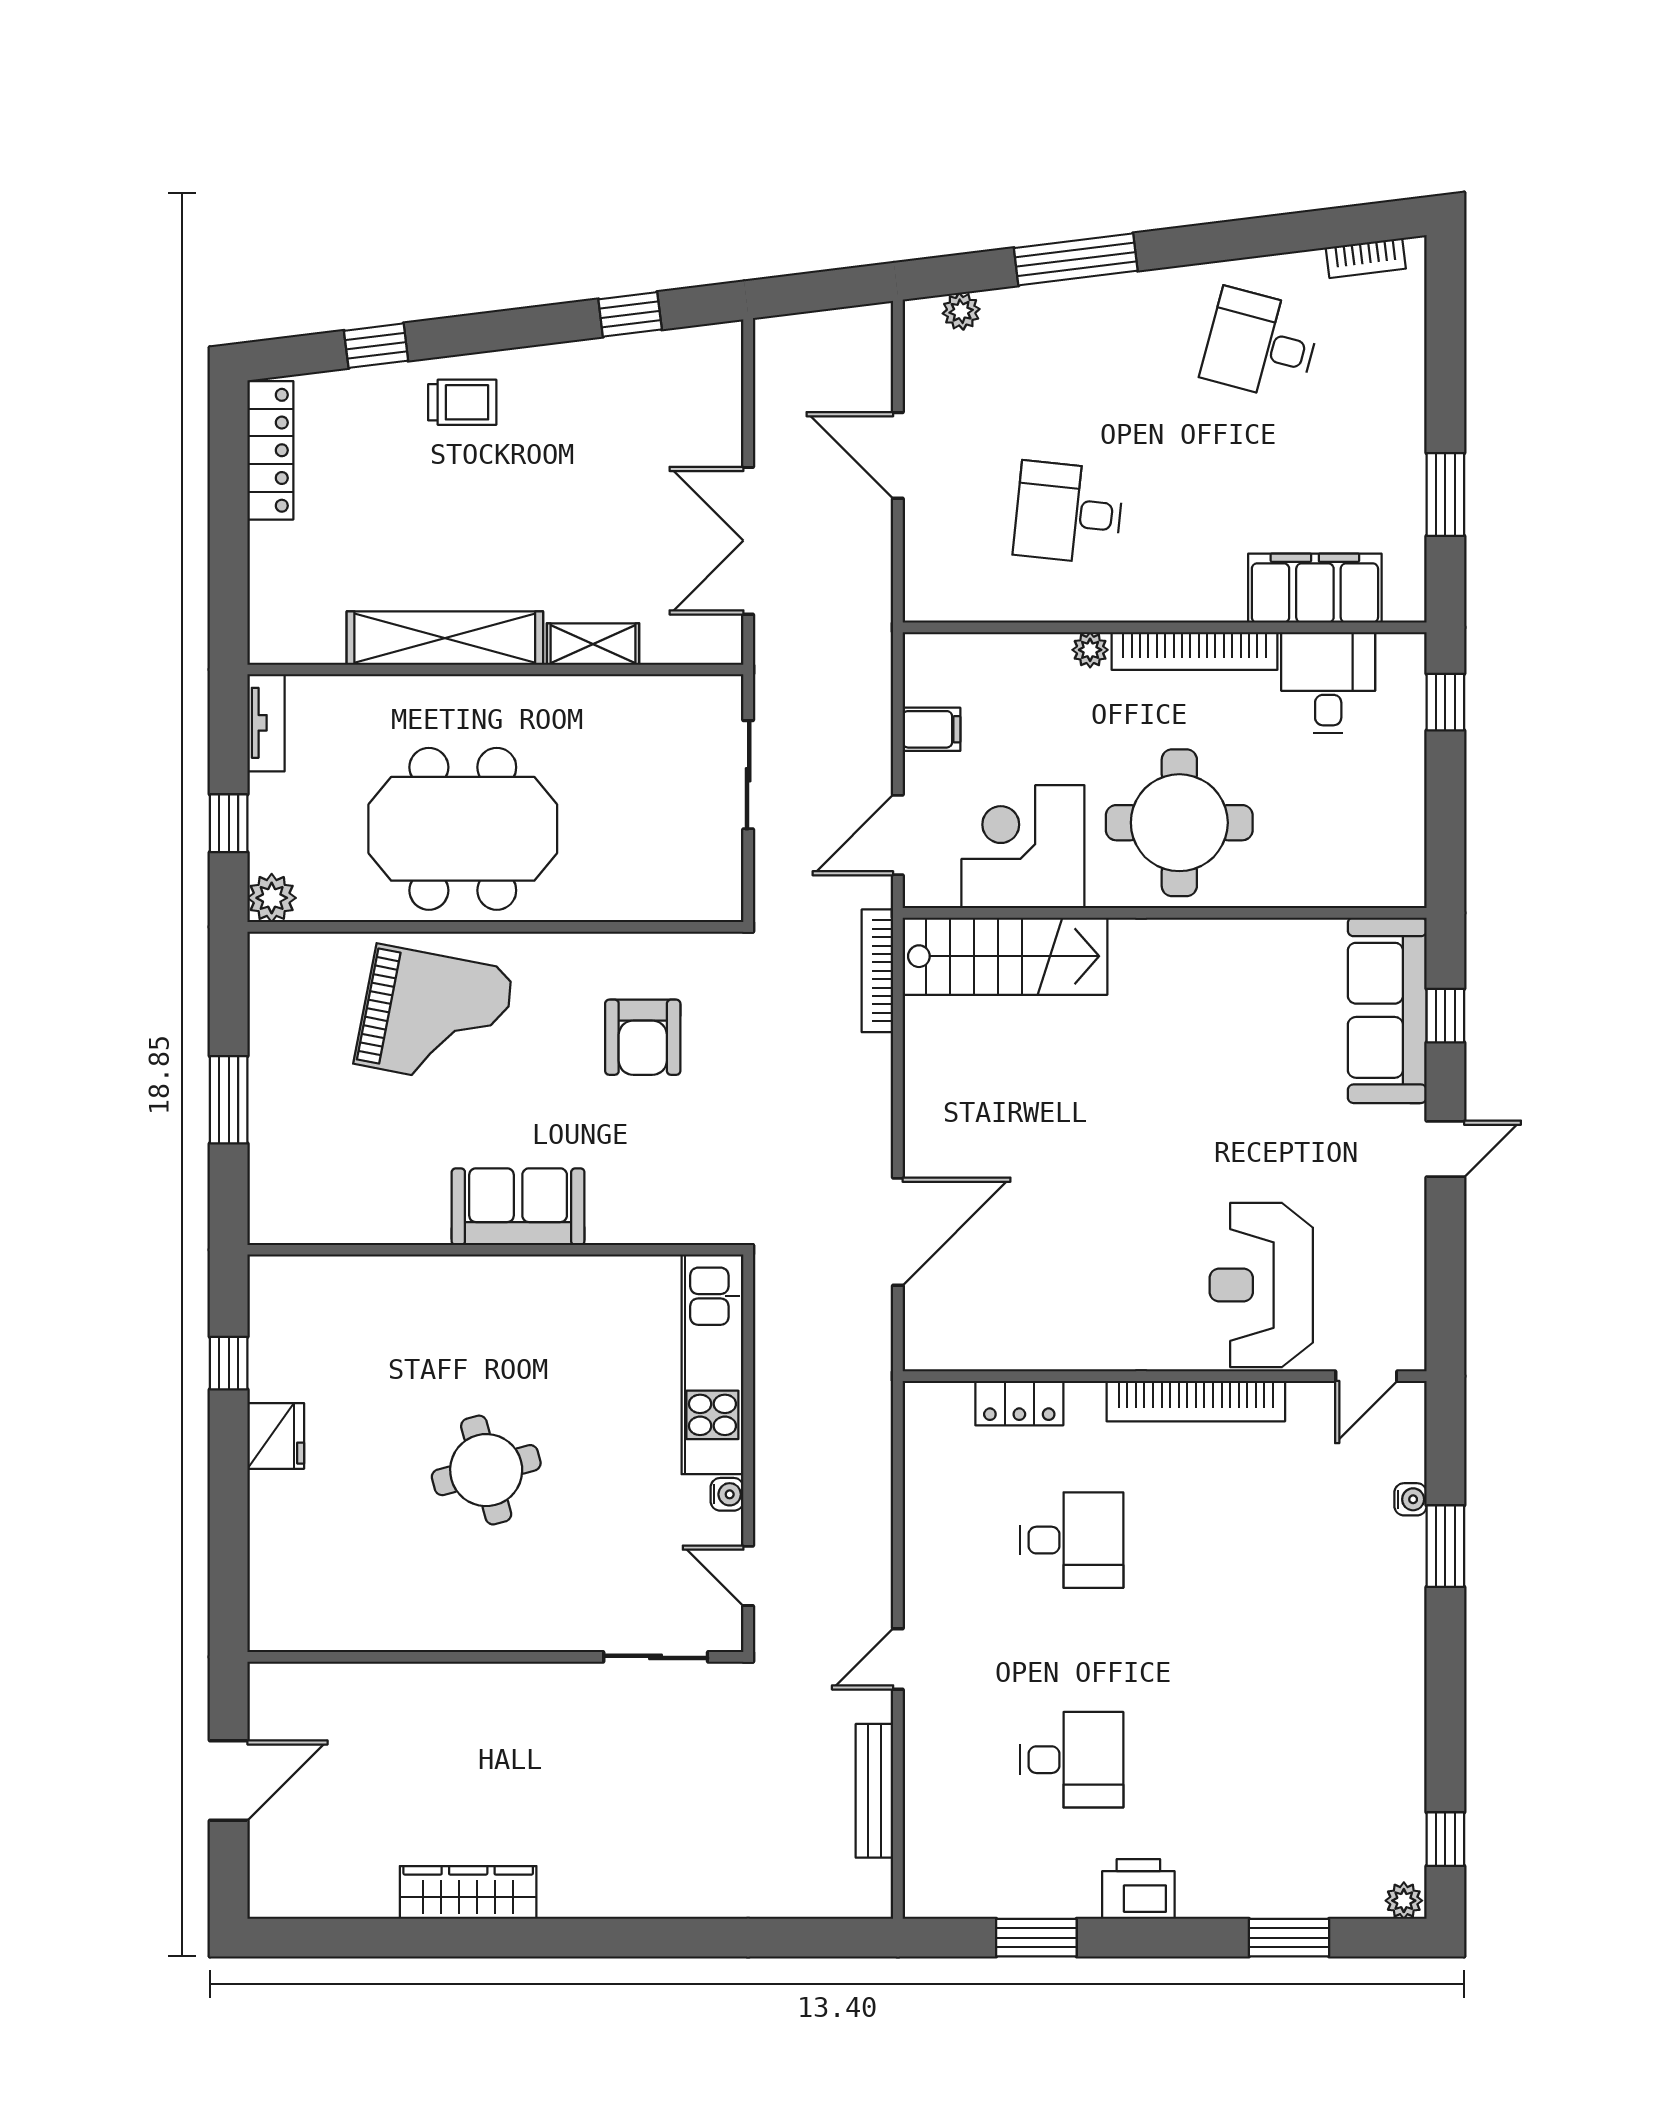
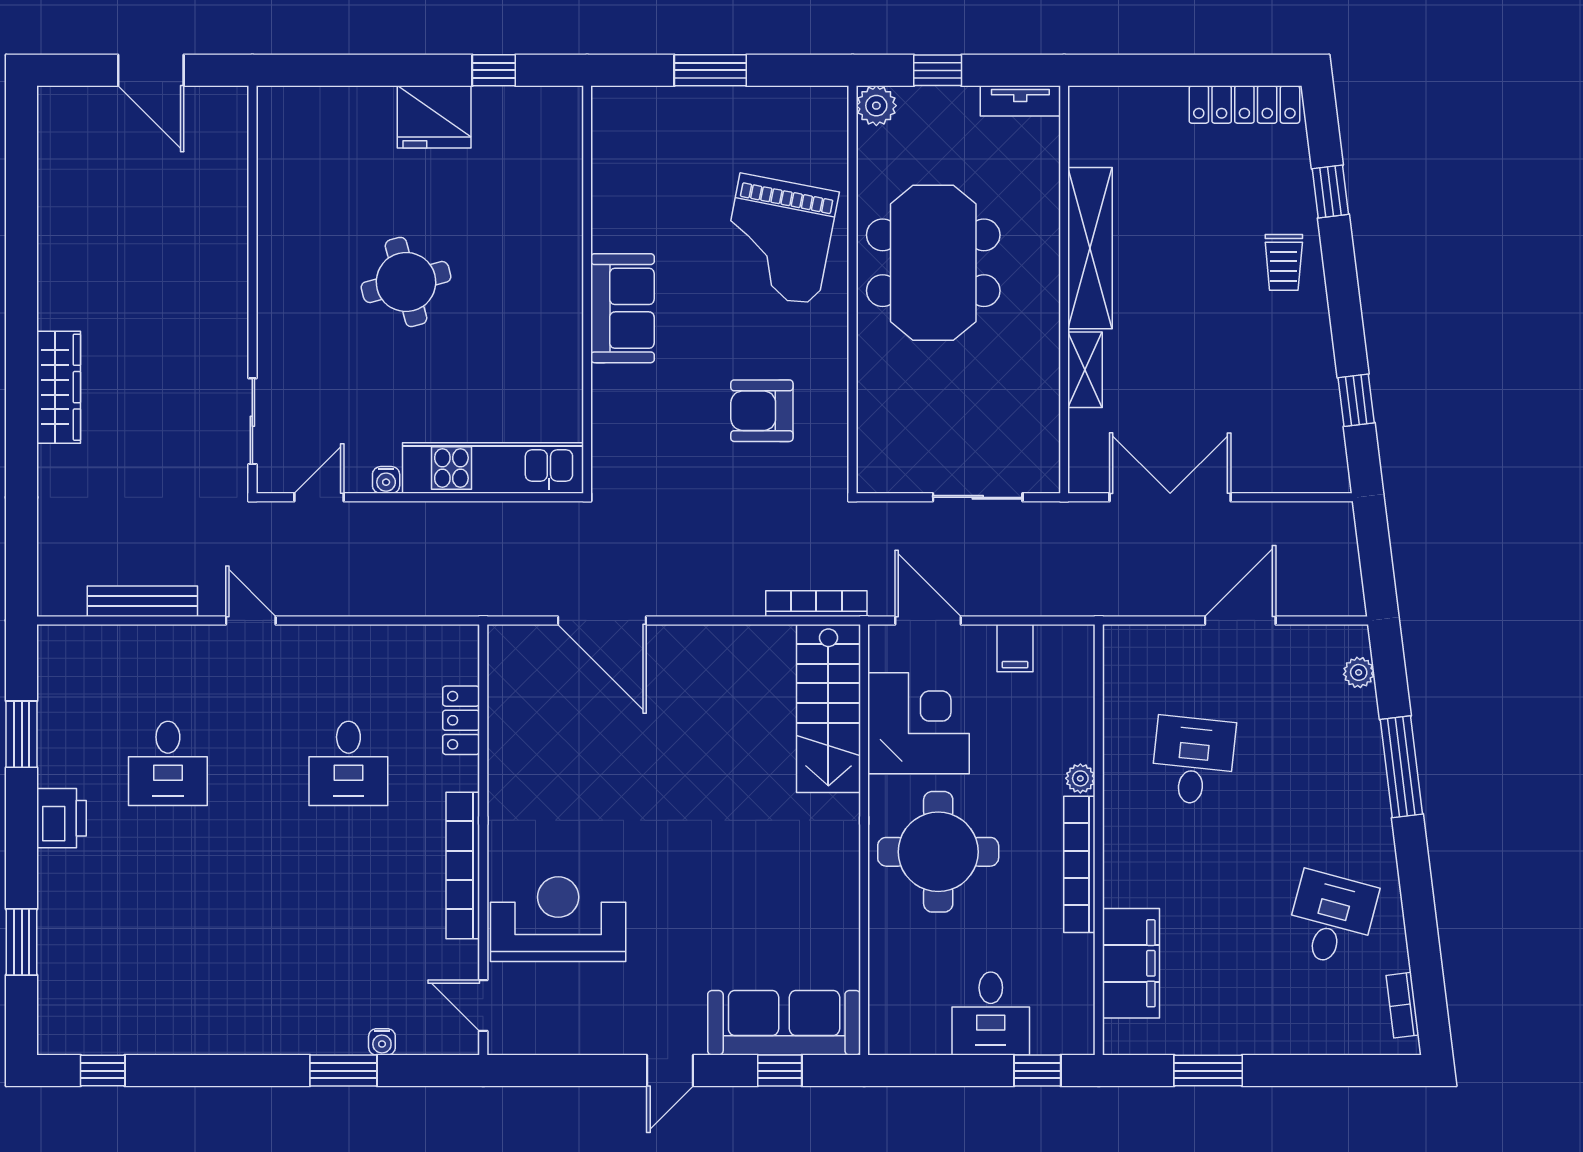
desk: (1328, 683) -> (991, 1014), moved, turned 90
door: (1445, 1149) -> (670, 1071), hinge flipped
fridge: (276, 1436) -> (434, 117), width x1.36, depth x1.34
wardrobe: (468, 1893) -> (59, 387), moved
plant: (1404, 1901) -> (52, 1036), removed

